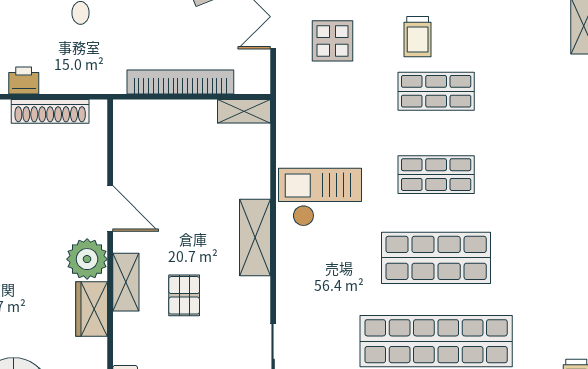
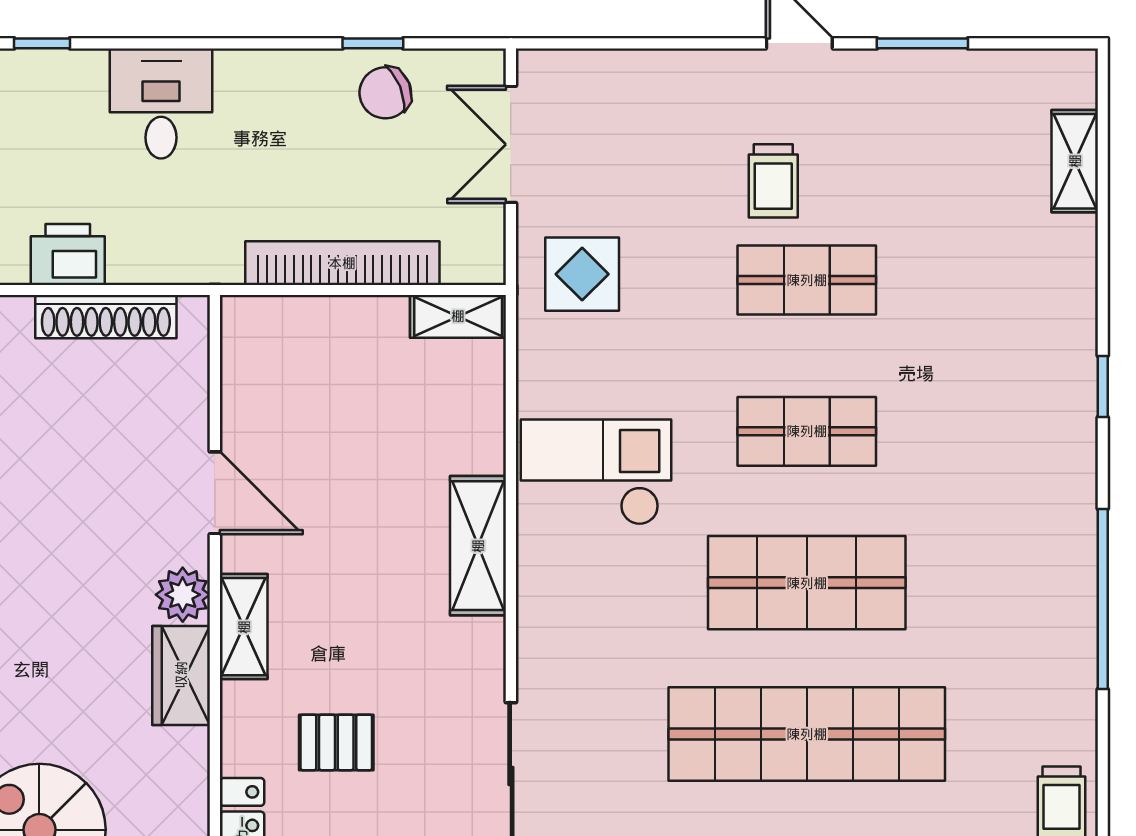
display table: (332, 41) -> (582, 274), moved
printer: (24, 80) -> (68, 255), width x1.36, depth x1.24
plant: (87, 259) -> (183, 595), width x0.73, depth x0.73
pallet: (184, 295) -> (336, 742), moved, turned 90

